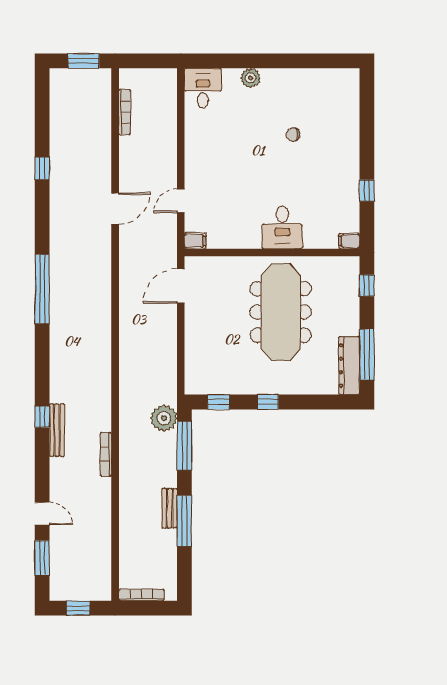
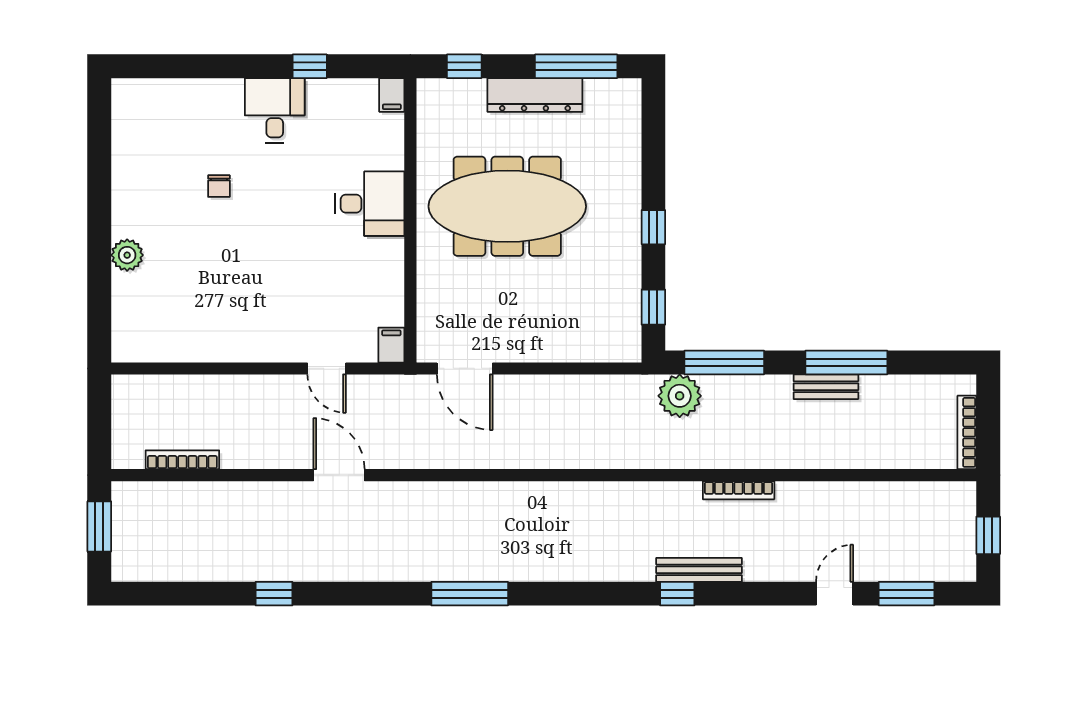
desk: (203, 88) -> (275, 110), moved, turned 90
window: (42, 289) -> (470, 594), width x0.68
dresser: (349, 365) -> (535, 95), moved

